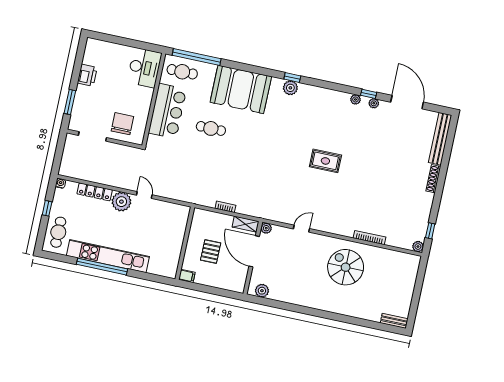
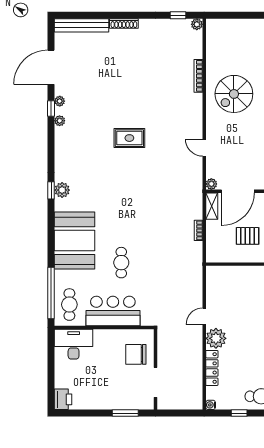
printer: (87, 75) -> (63, 399), moved, turned 90
rug: (325, 161) -> (129, 138), turned 90

